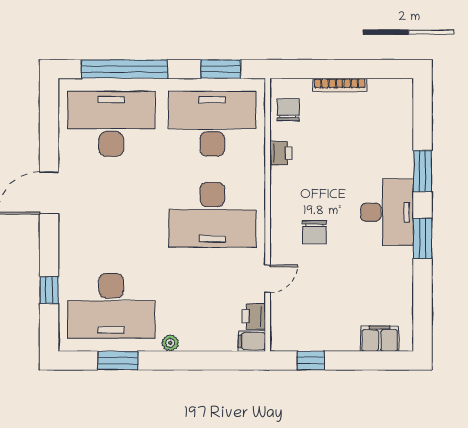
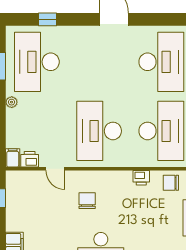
chair: (288, 110) -> (171, 183), turned 180
chair: (314, 232) -> (87, 201), turned 90

